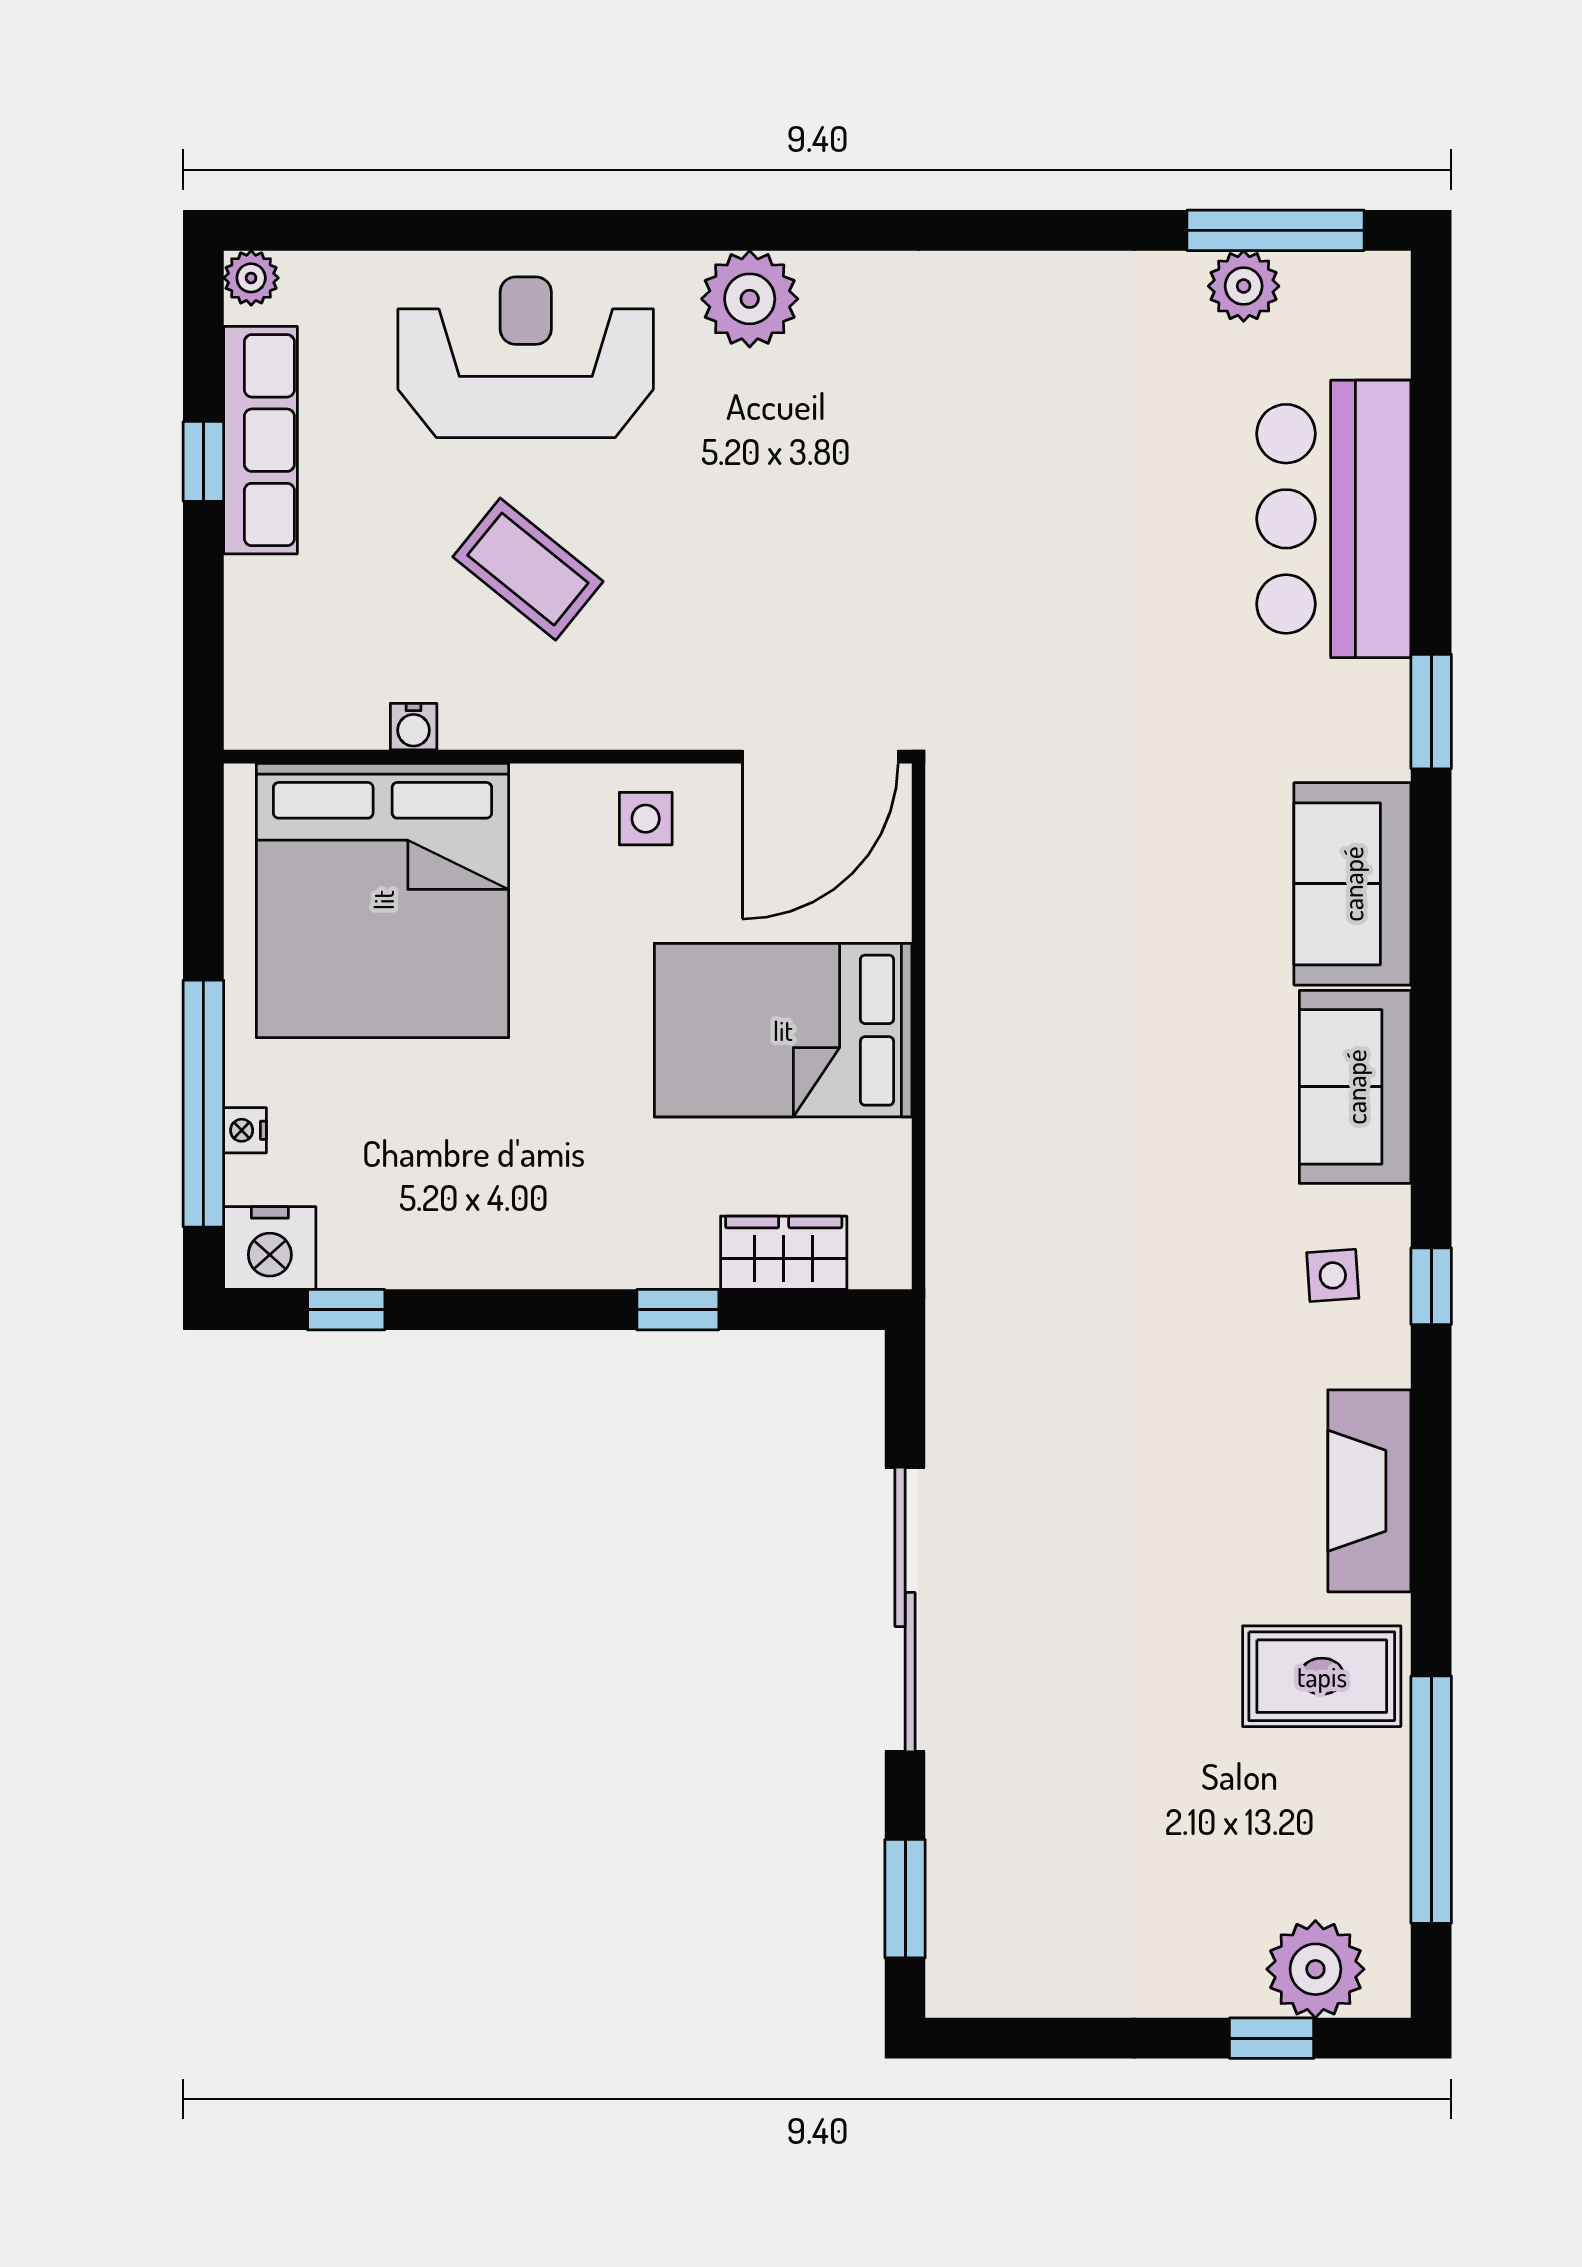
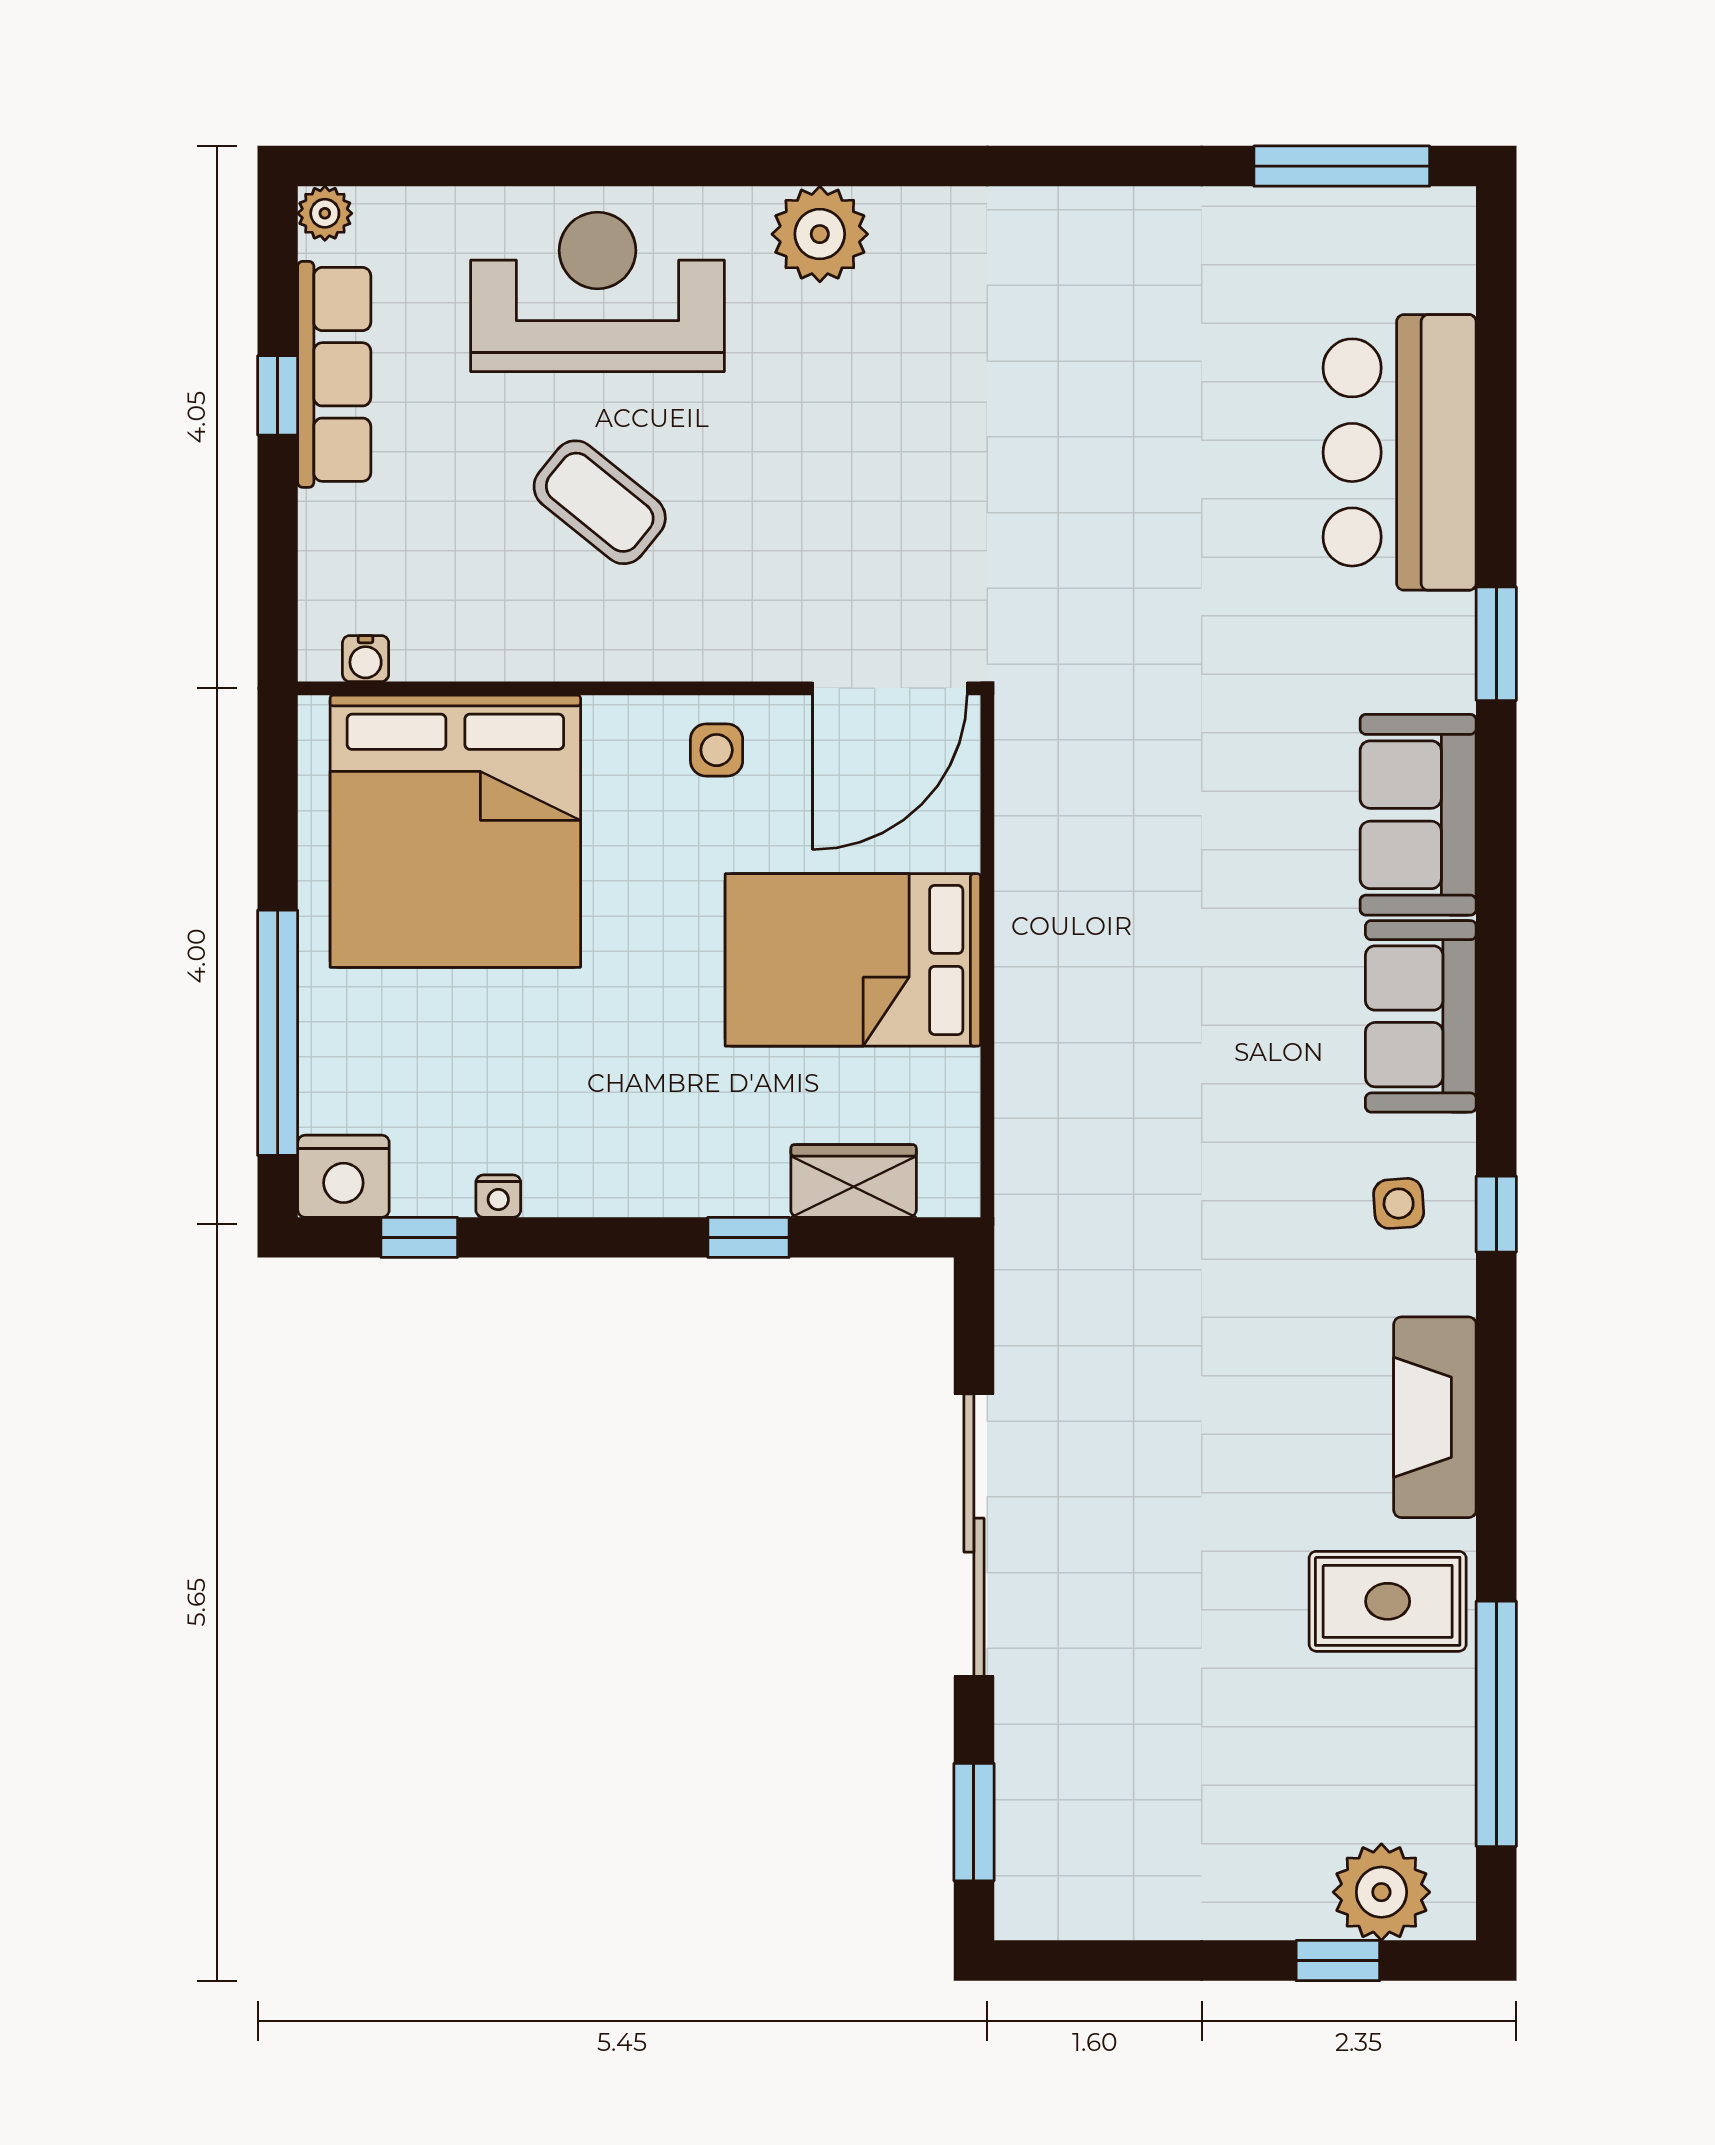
plant: (1244, 286) -> (1310, 221), removed
water cooler: (414, 727) -> (366, 659), moved
nightstand: (245, 1130) -> (498, 1196), moved, turned -90

